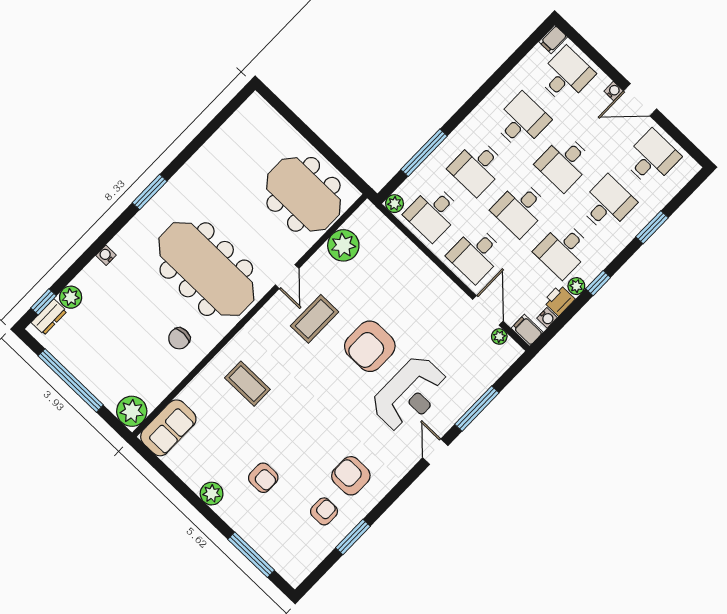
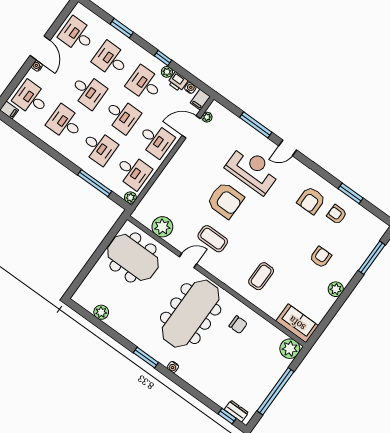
meeting table: (304, 194) -> (133, 257), turned 90
desk: (563, 250) -> (145, 84), turned 180
water cooler: (106, 255) -> (173, 367), moved
plant: (71, 297) -> (101, 312), moved

